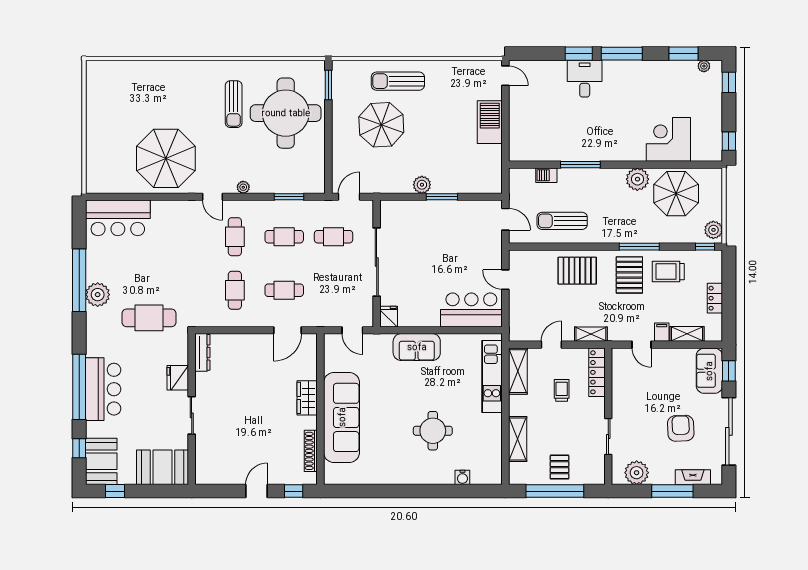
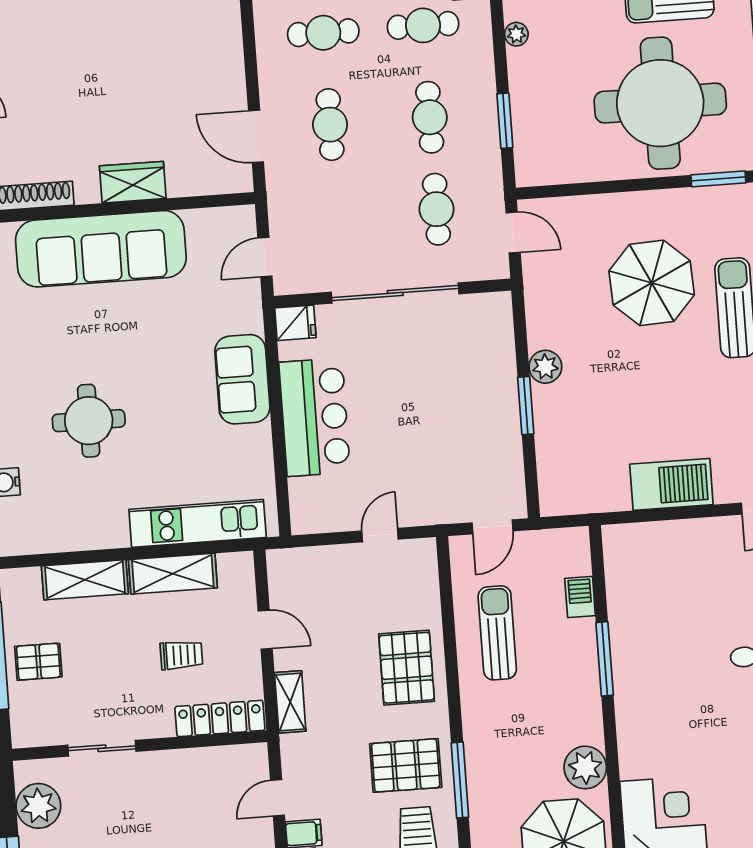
bar counter: (471, 310) -> (315, 417), moved
shelving: (518, 371) -> (173, 574), moved

